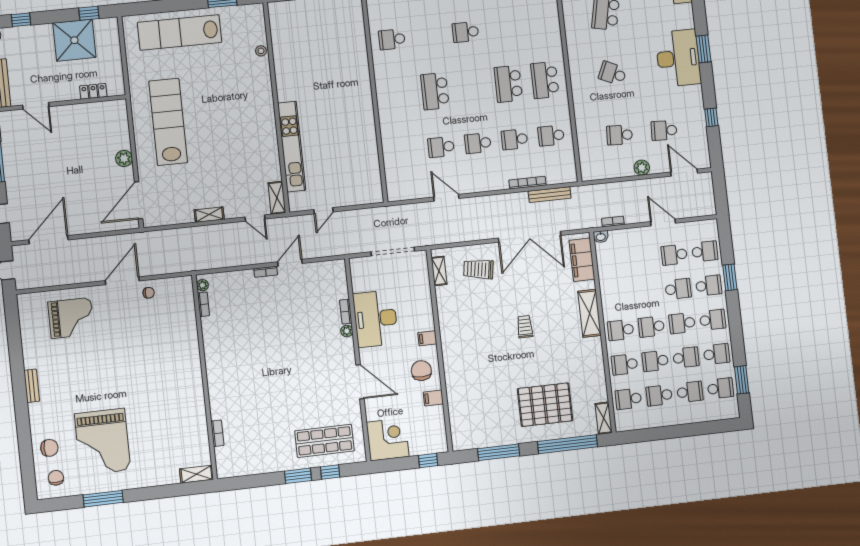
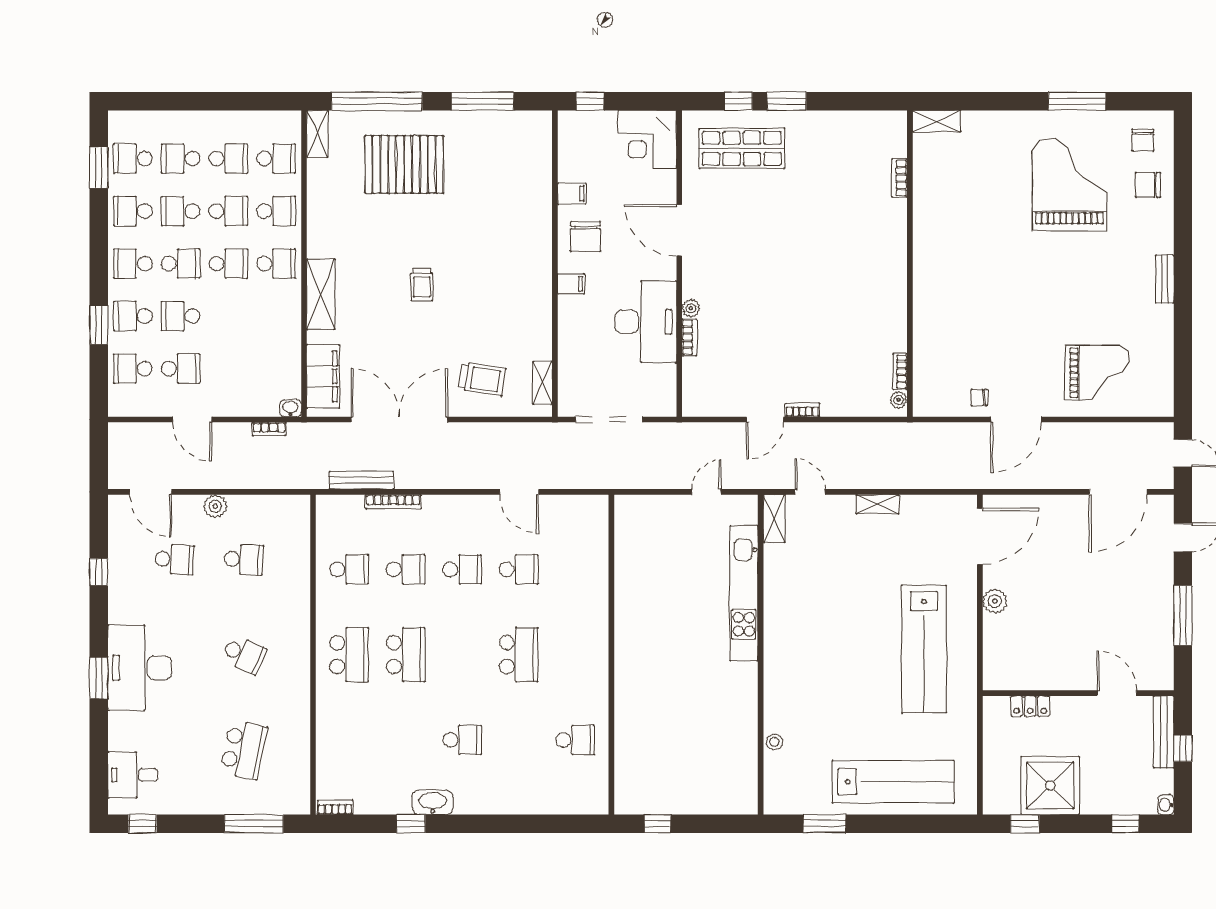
grand piano: (71, 318) -> (1097, 373), turned 180

